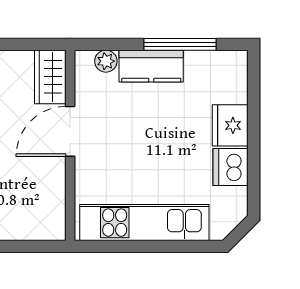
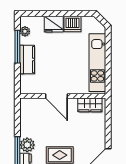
plant: (106, 61) -> (25, 31), moved
wardrobe: (50, 77) -> (90, 105), moved

